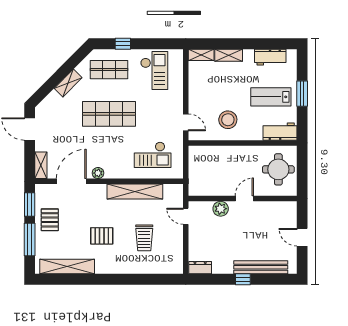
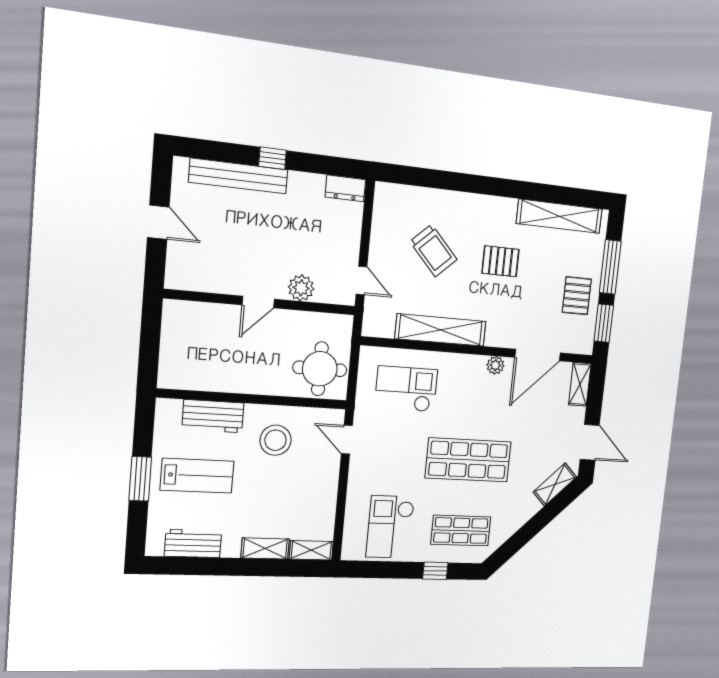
shelving: (68, 83) -> (555, 484), moved
workbench: (280, 132) -> (213, 416), moved
round table: (278, 169) -> (320, 369), moved
trolley: (144, 238) -> (433, 251), turned 137

